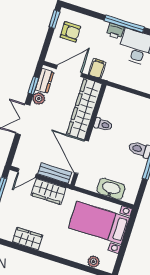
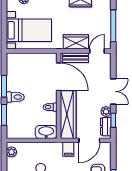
washbasin: (111, 189) -> (46, 132), moved, turned 180

